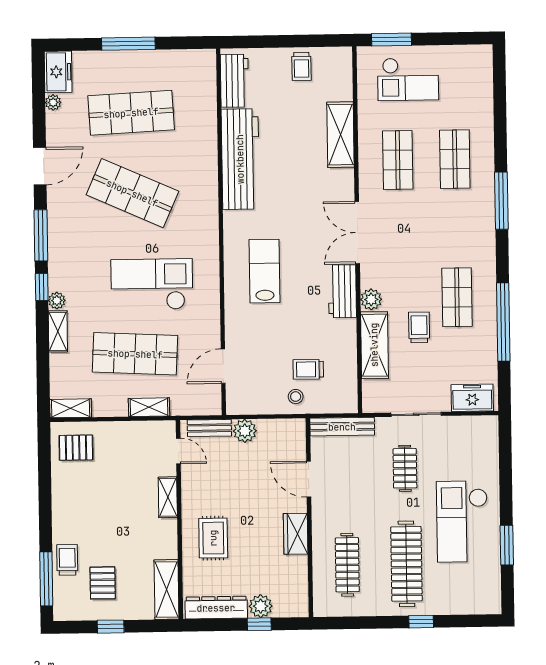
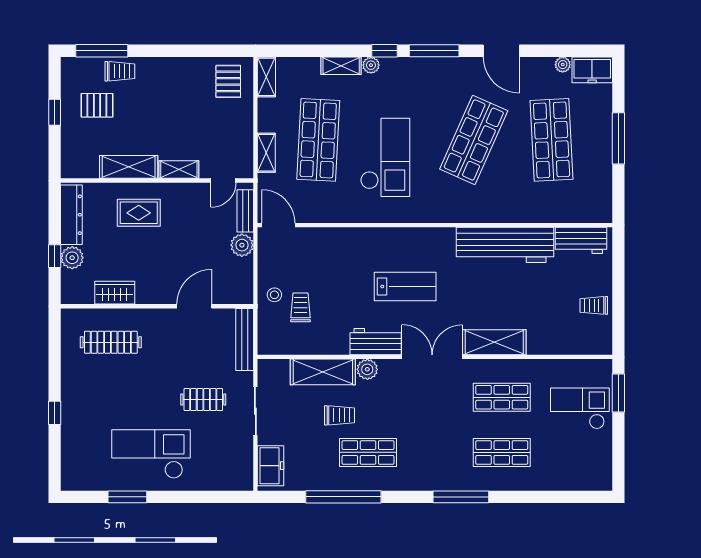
checkout: (408, 79) -> (580, 408), turned 90
shelving: (341, 135) -> (494, 342), moved
lab bench: (265, 271) -> (405, 286), moved
door: (223, 366) -> (278, 225), moved
wardrobe: (296, 534) -> (115, 293), moved
clothes rail: (406, 564) -> (111, 400), removed
shelving: (166, 589) -> (129, 167), moved

